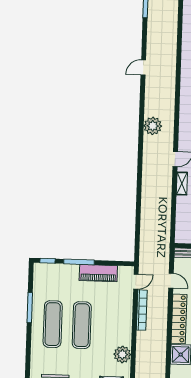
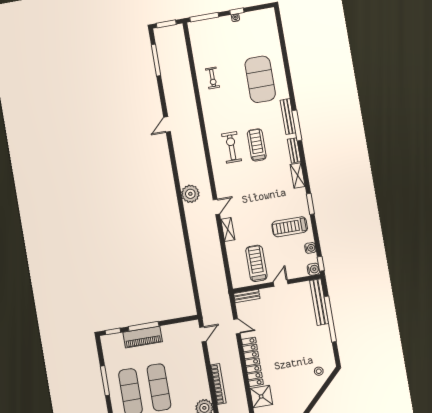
plant: (153, 126) -> (190, 194), moved
piano: (98, 273) -> (143, 337), moved
bookcase: (142, 310) -> (218, 384), moved

